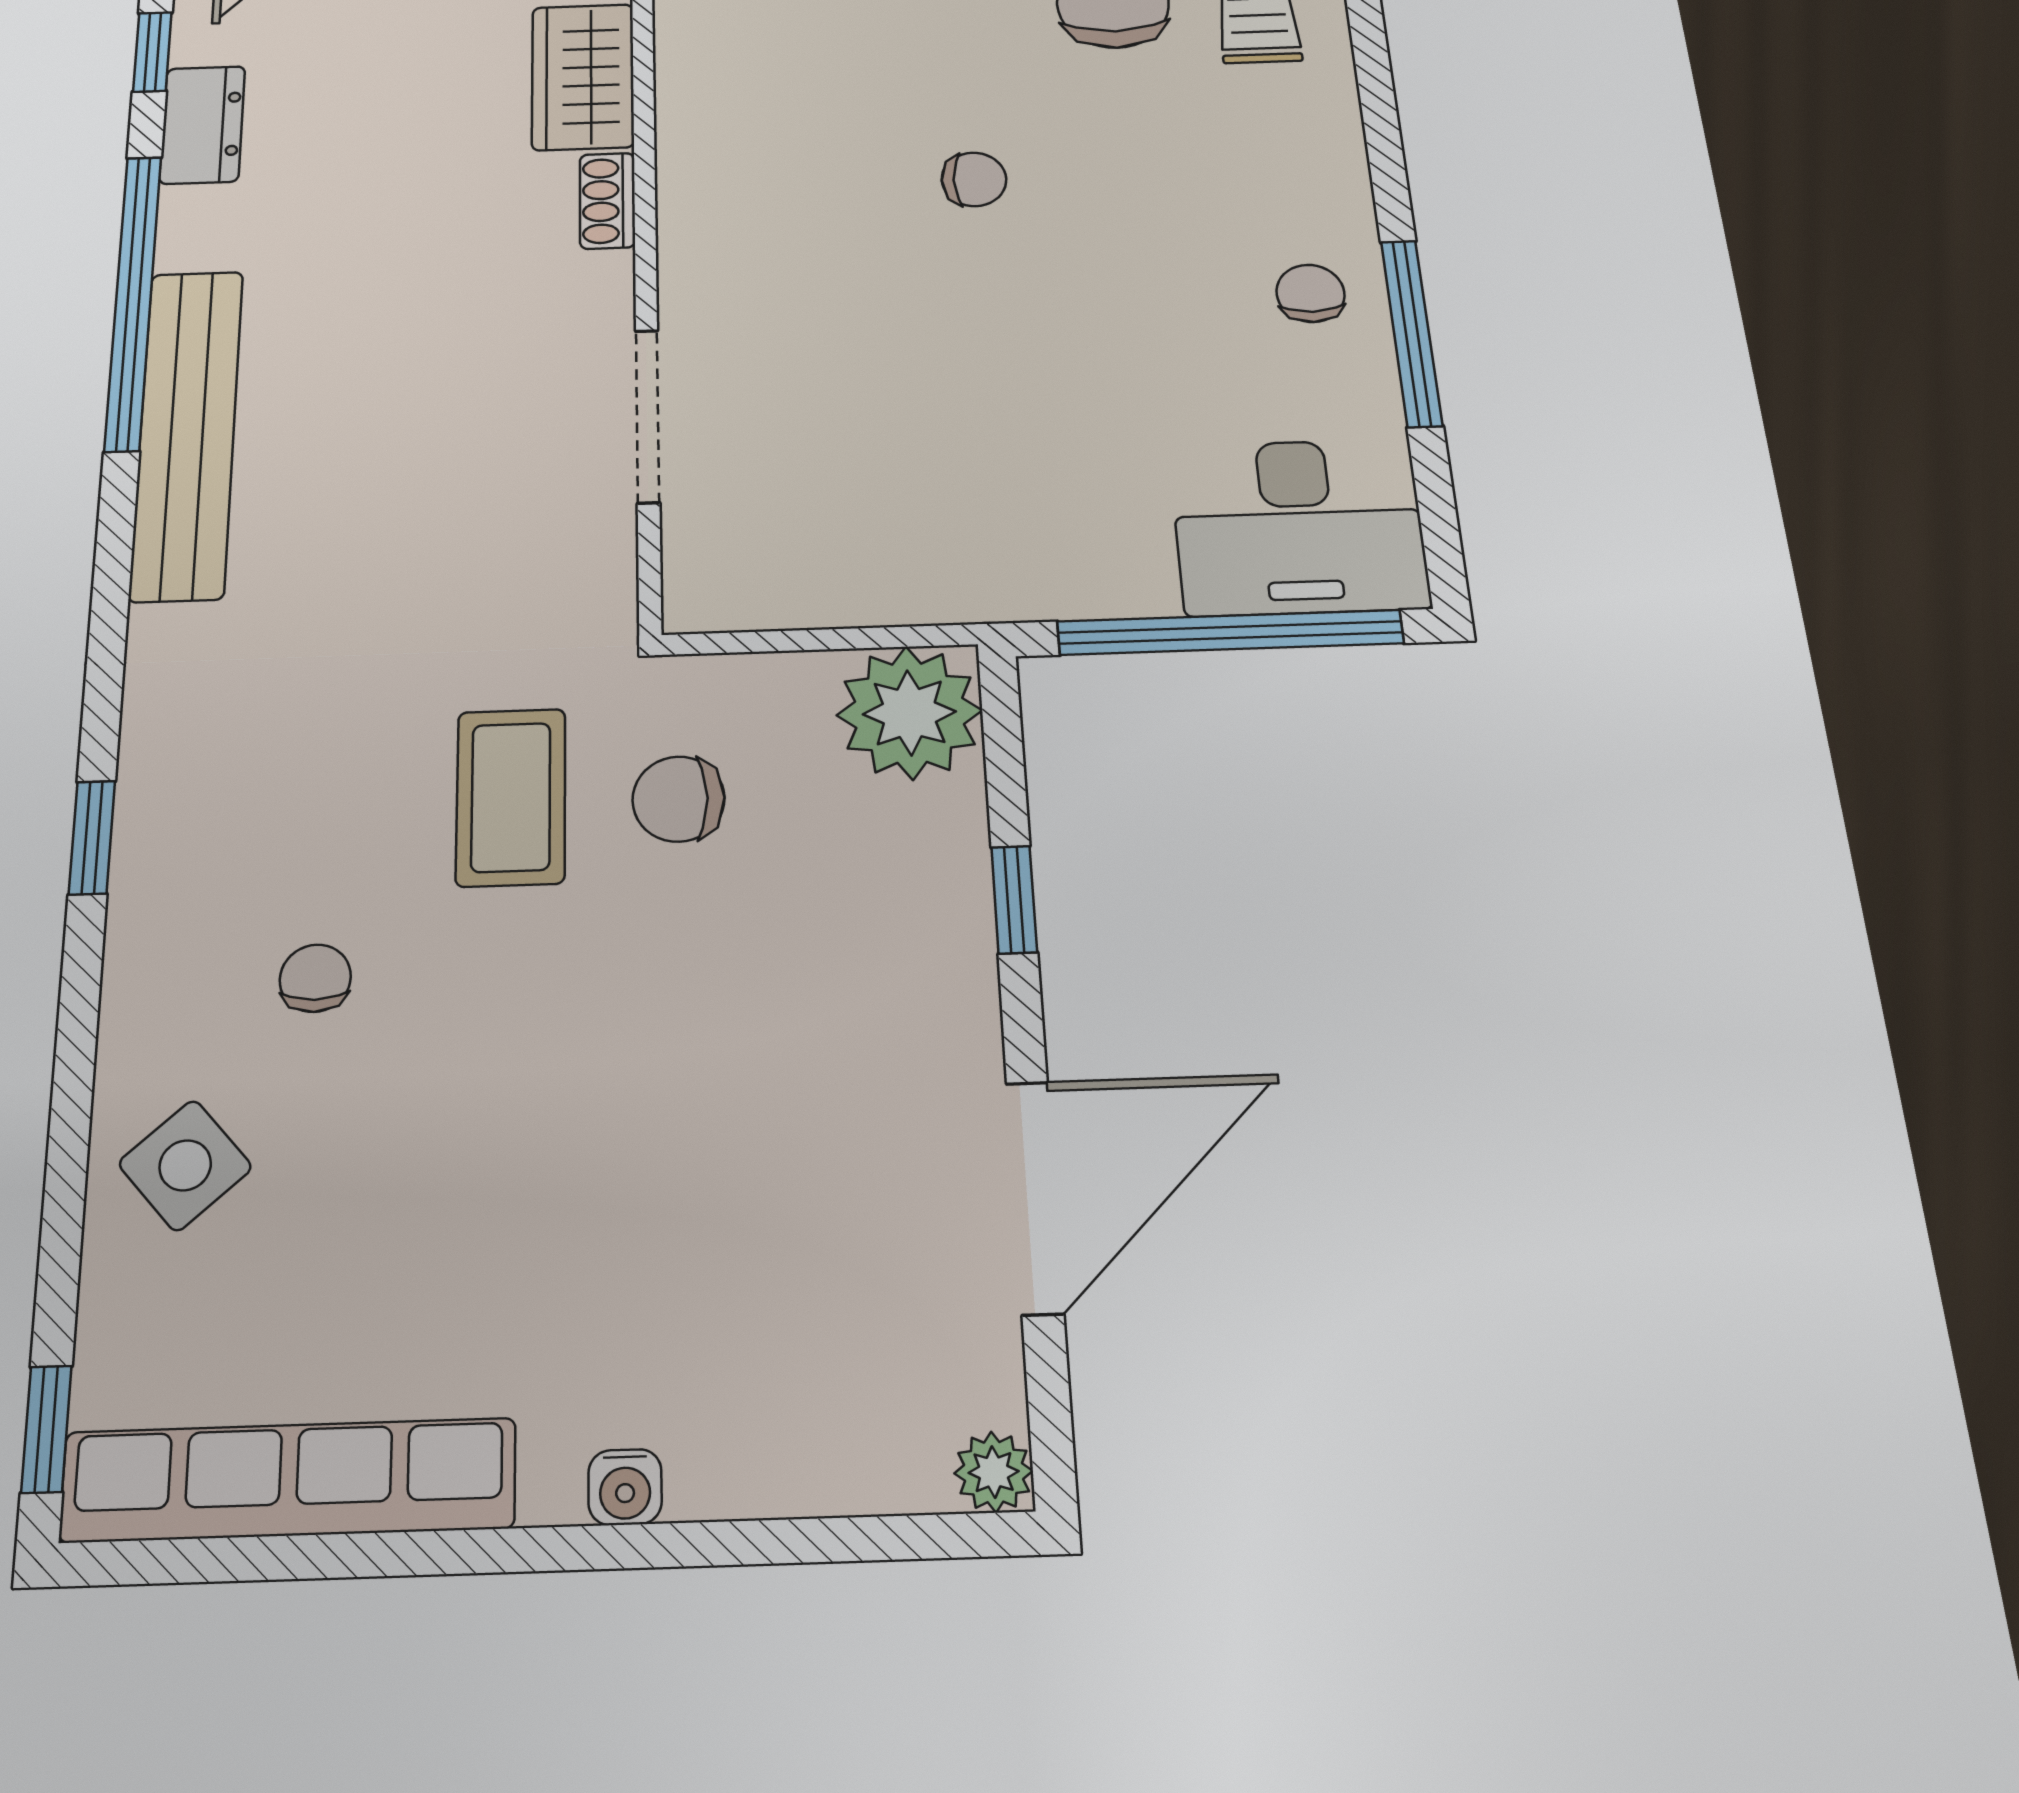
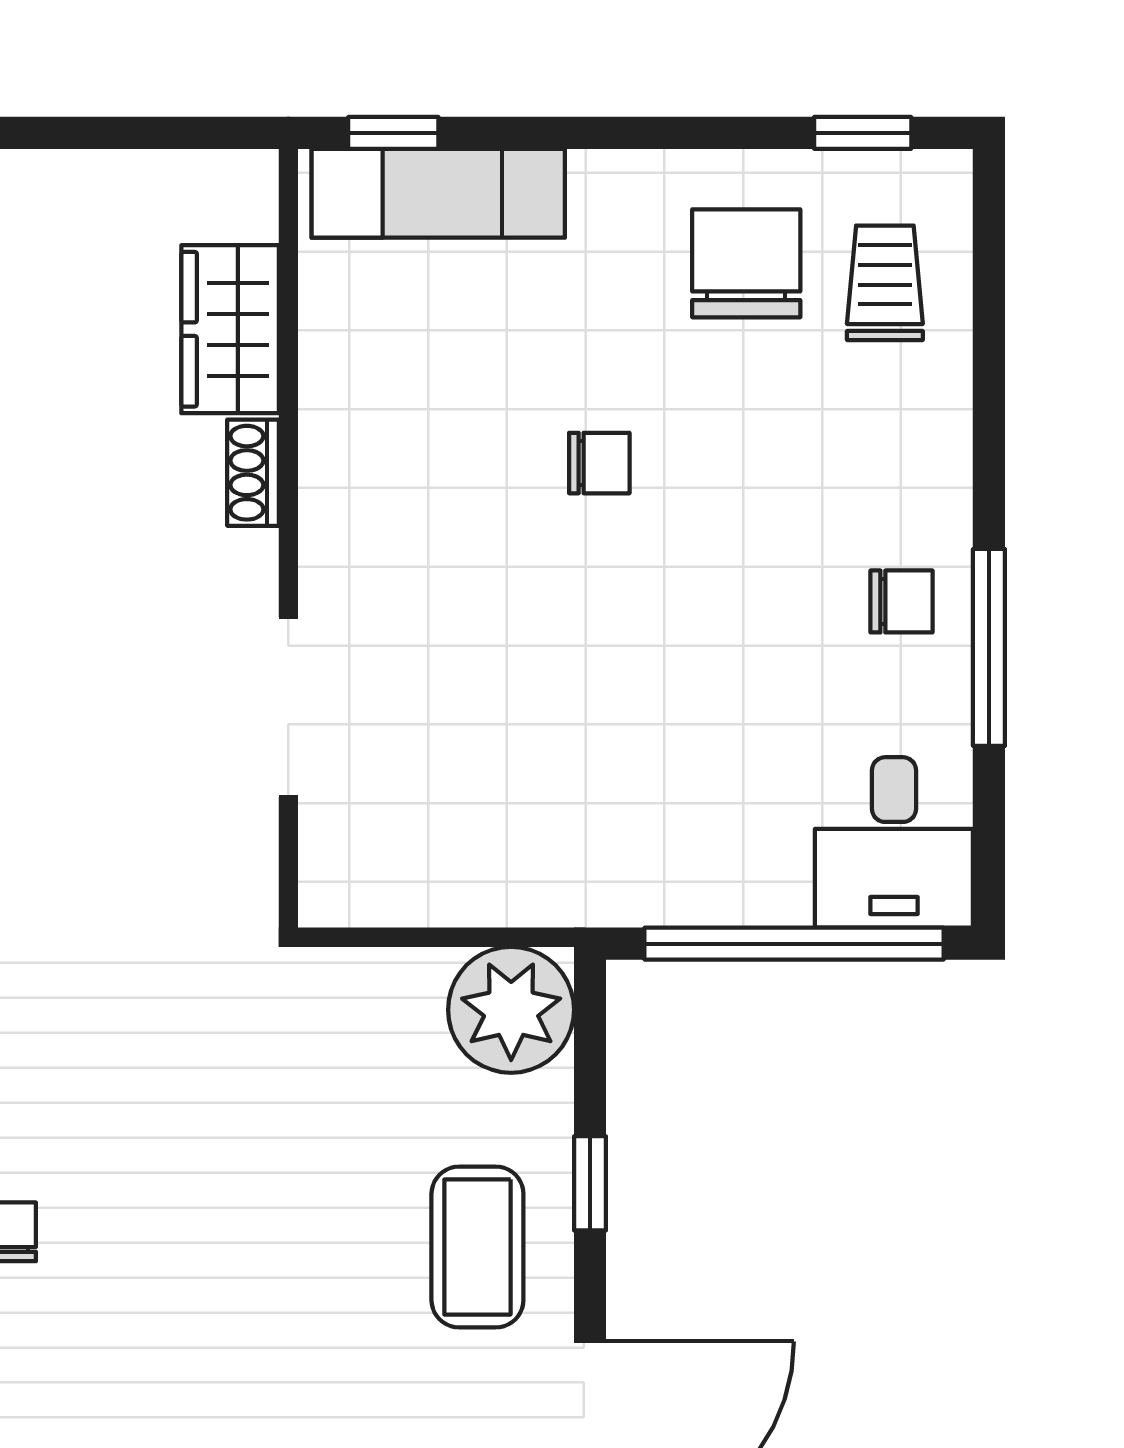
chair: (1310, 293) -> (902, 601), turned 90
desk: (1299, 527) -> (894, 842), width x0.73
coffee table: (511, 797) -> (477, 1247), moved
chair: (679, 799) -> (311, 1083), removed

